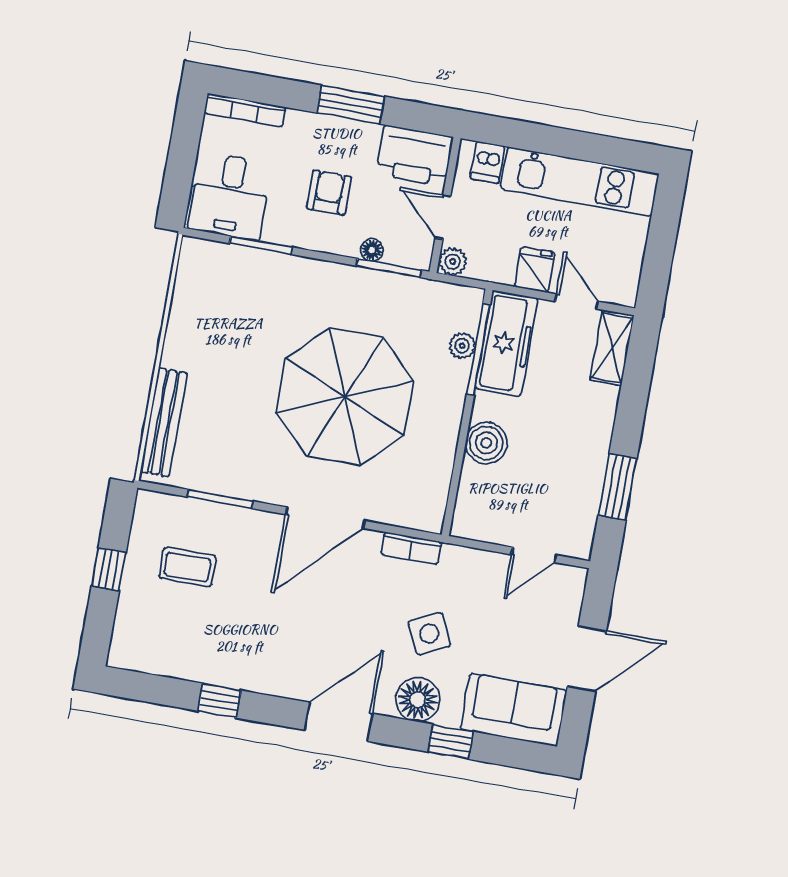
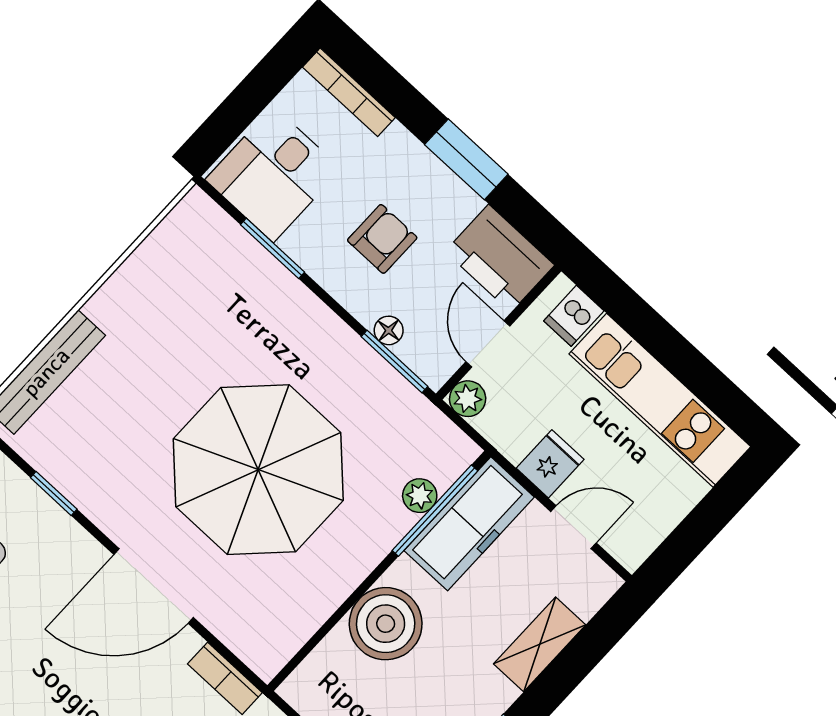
door: (577, 301) -> (574, 527), hinge flipped
shelving: (612, 348) -> (540, 644), moved
boiler: (486, 443) -> (386, 624), width x1.37, depth x1.37
window: (220, 499) -> (54, 493), width x0.67

